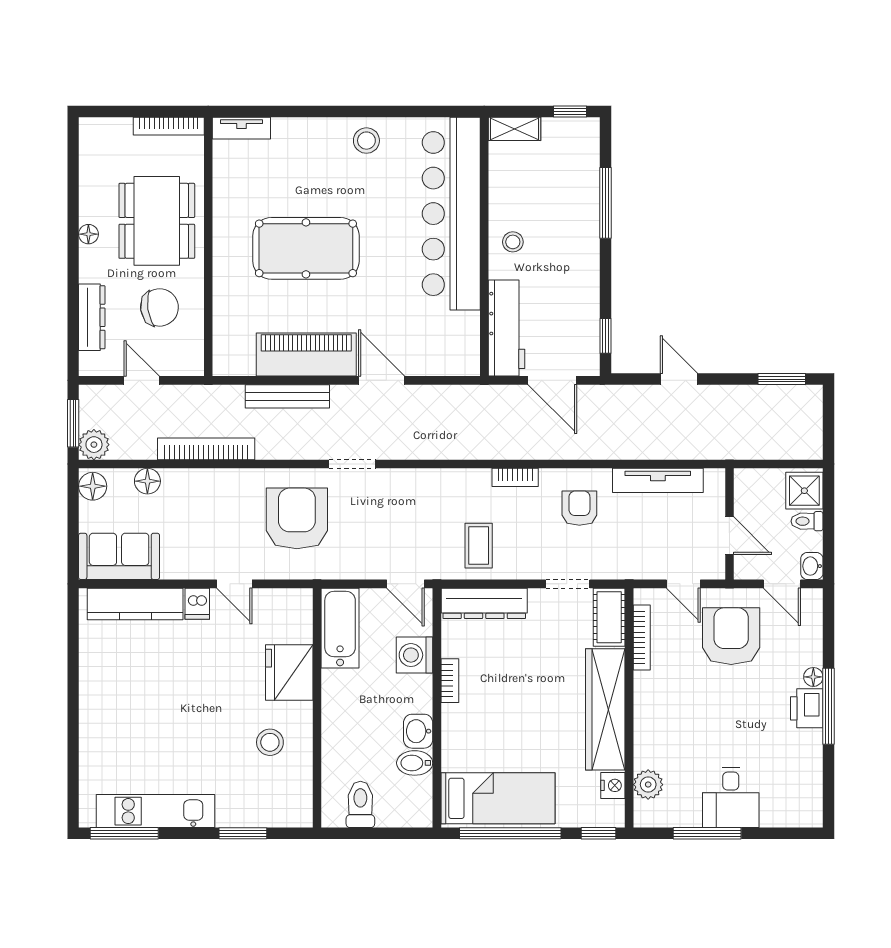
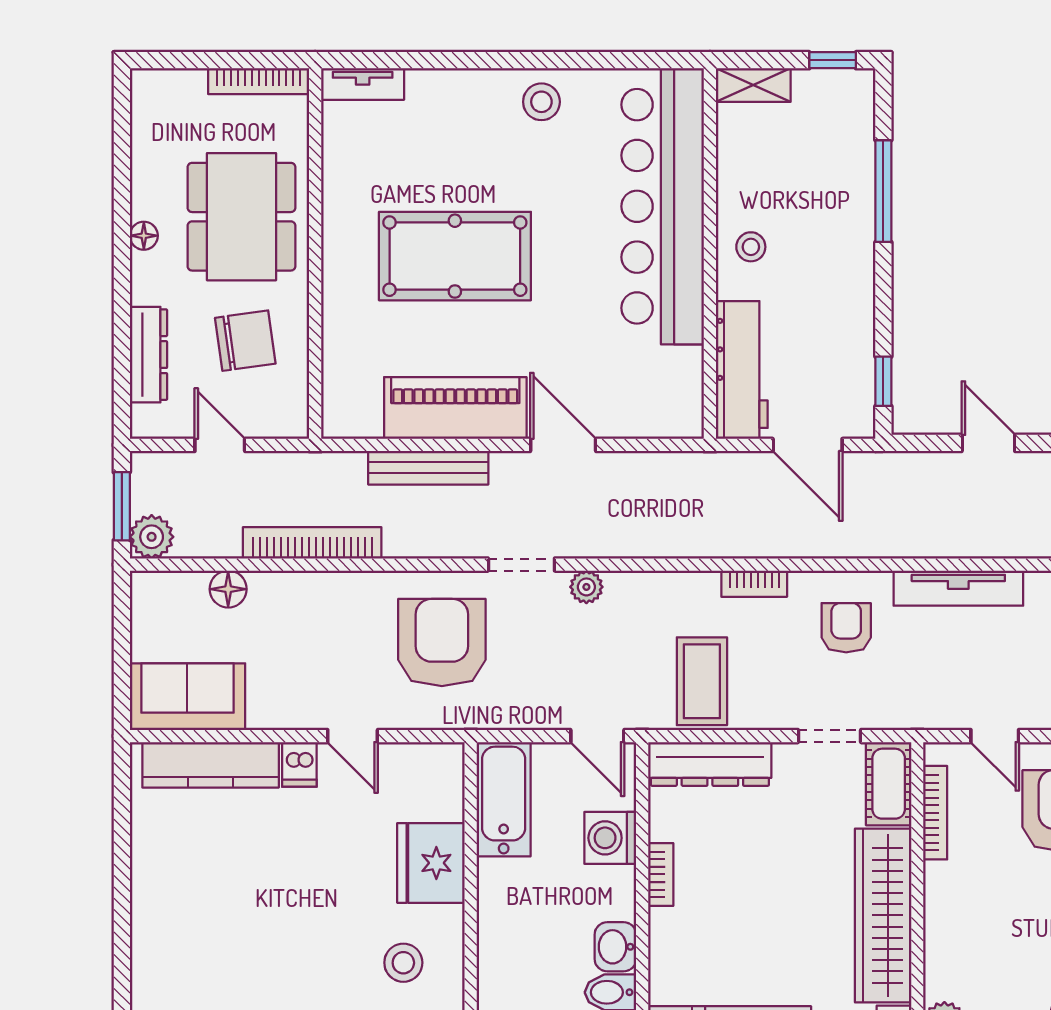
plant: (398, 480) -> (586, 587), added
floor lamp: (93, 486) -> (150, 596), removed
coffee table: (479, 546) -> (702, 681), width x1.36, depth x1.30

